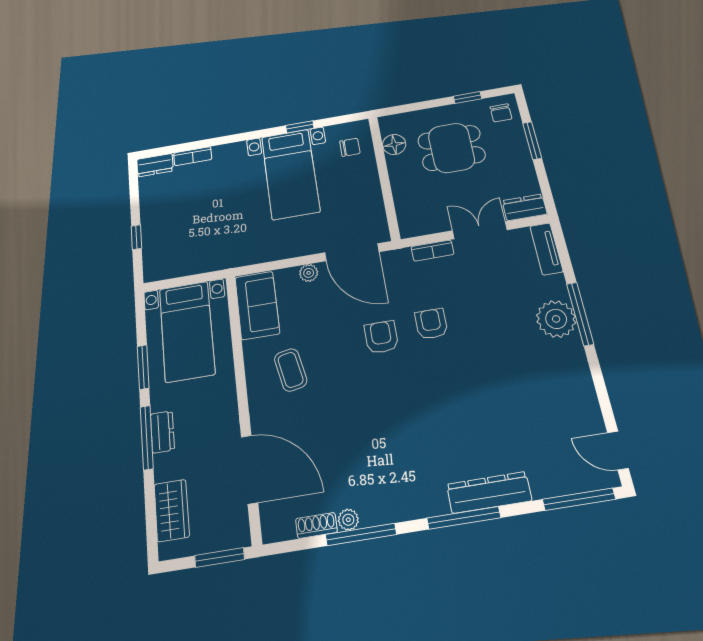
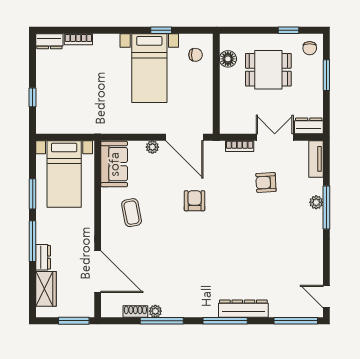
plant: (556, 319) -> (316, 202), width x0.53, depth x0.53
armchair: (431, 324) -> (266, 182), moved, turned -93
dresser: (162, 432) -> (43, 257), moved

